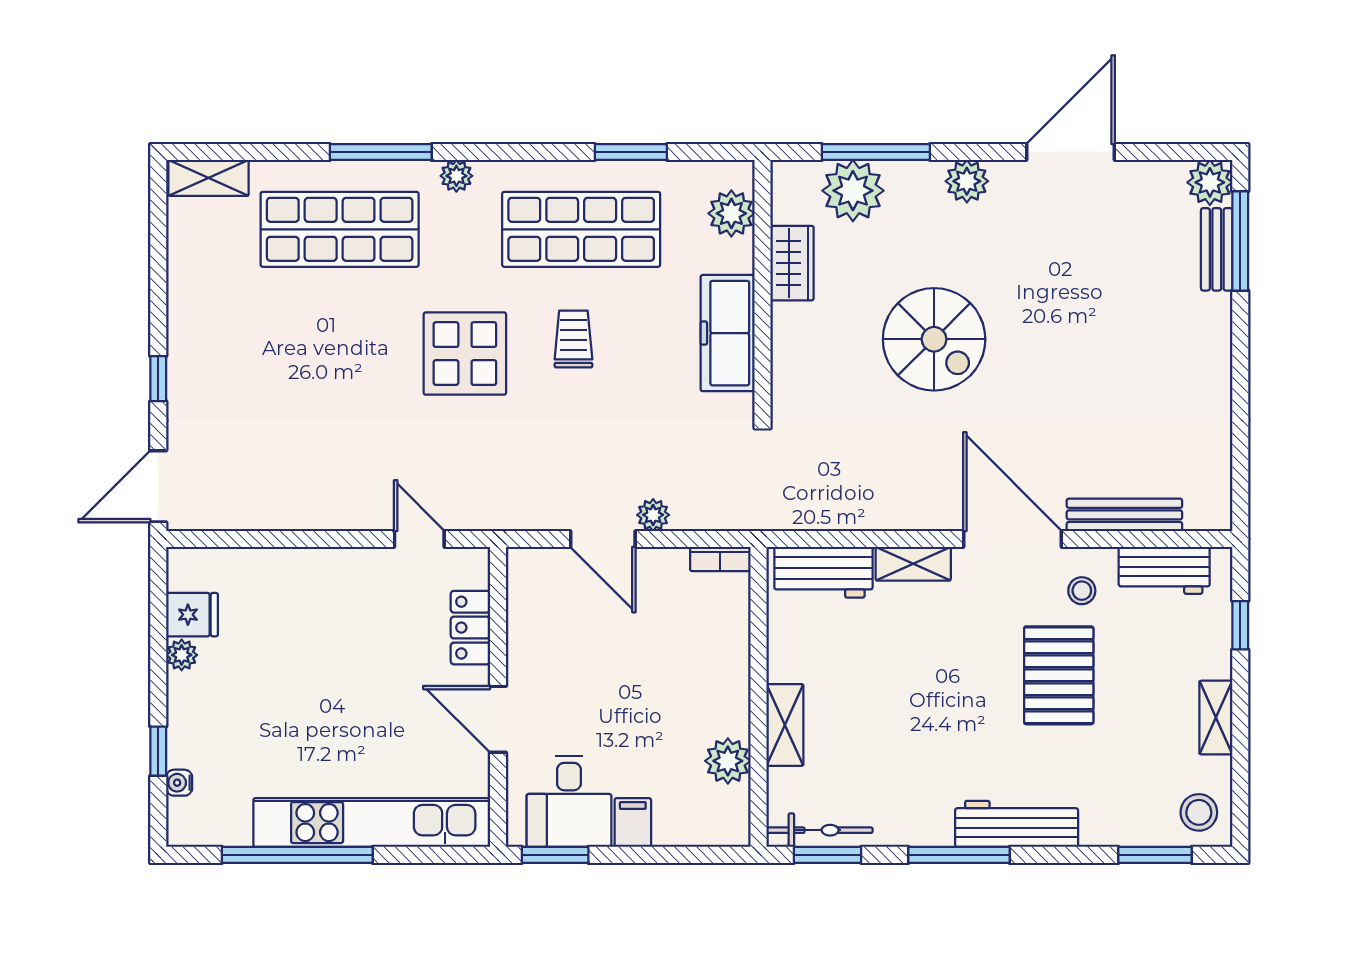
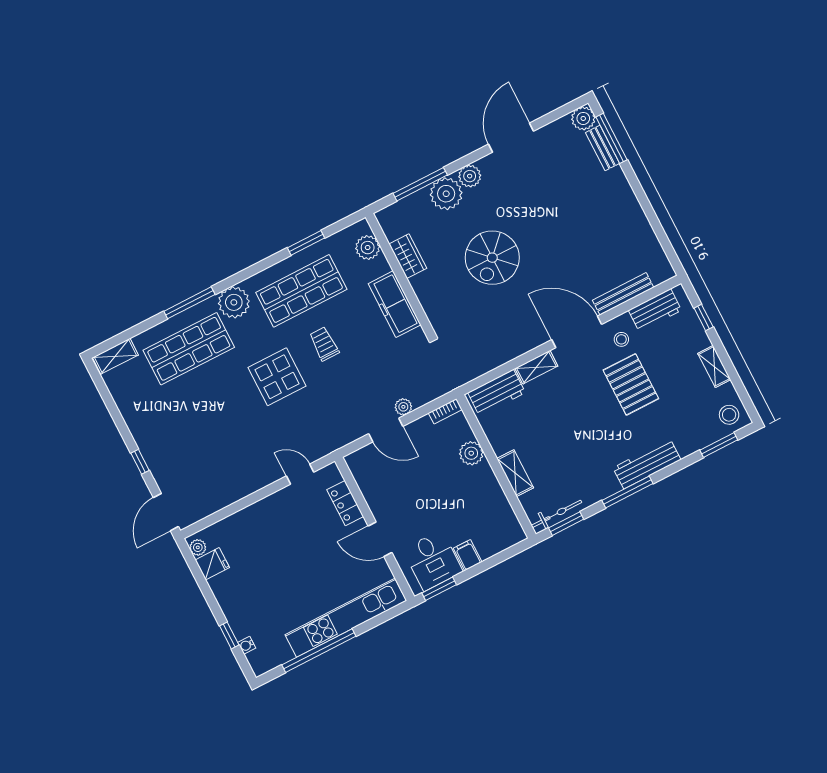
plant: (456, 176) -> (234, 302), width x1.88, depth x1.88
plant: (853, 191) -> (446, 194), moved
spiral stairs: (934, 339) -> (492, 258), turned 90
plant: (182, 655) -> (198, 547), moved
plant: (728, 761) -> (471, 453), moved

